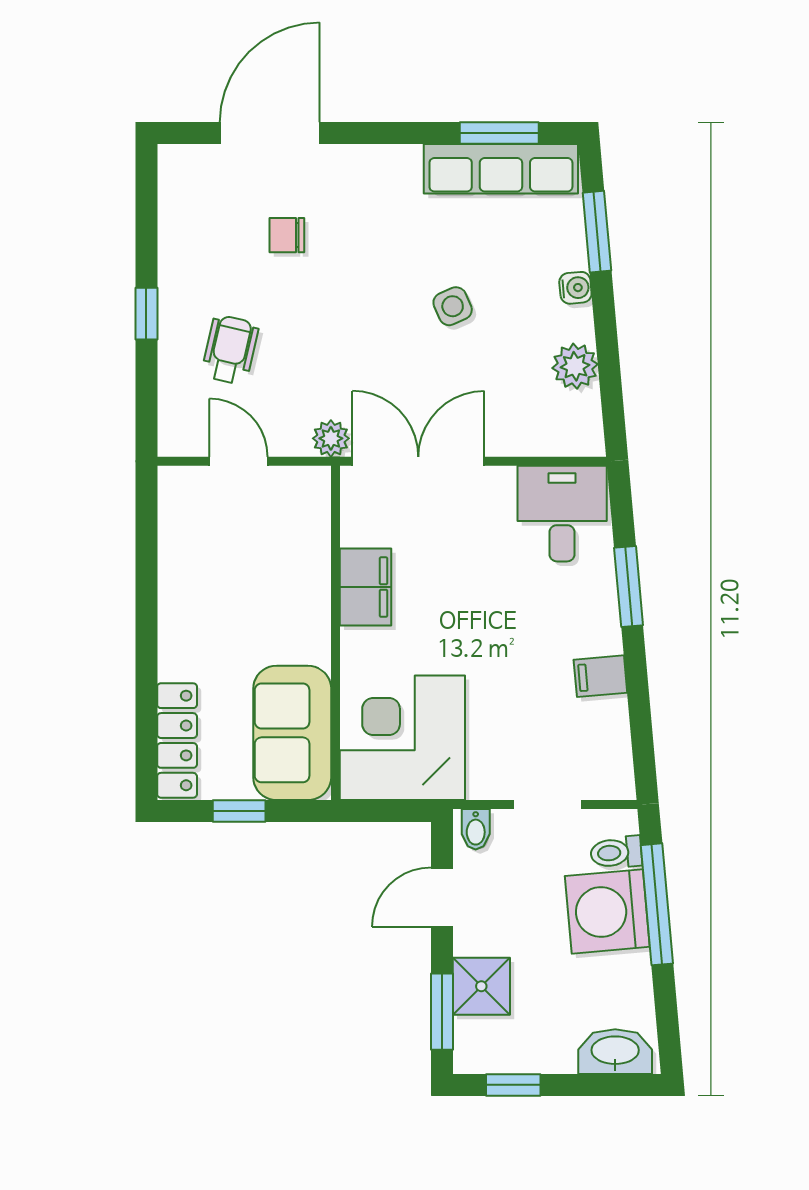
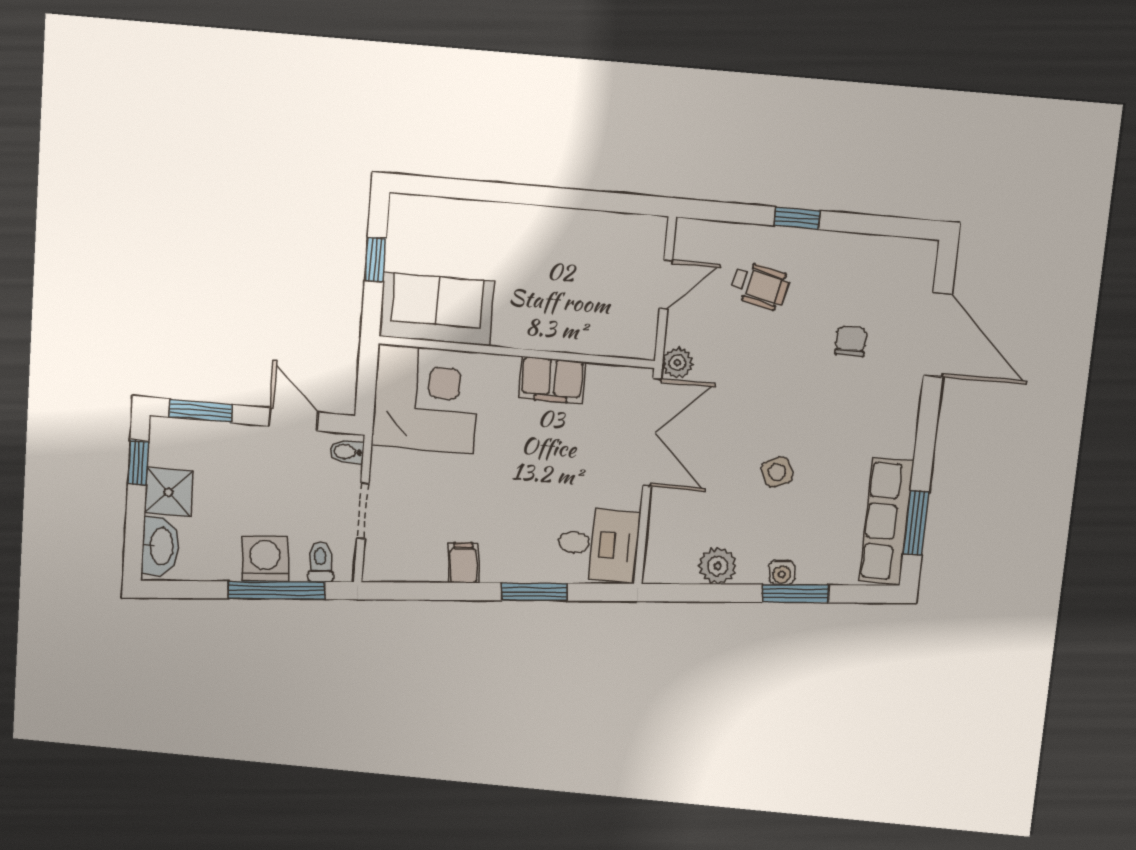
window: (597, 232) -> (795, 594), moved
locker: (177, 740) -> (438, 213), removed
washing machine: (607, 911) -> (265, 559), width x0.73, depth x0.73
shower: (481, 986) -> (168, 492), moved

